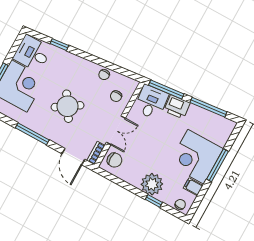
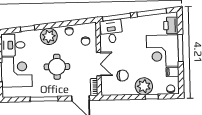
plant: (78, 67) -> (49, 36), added
round table: (68, 106) -> (57, 67), turned 33
printer: (177, 107) -> (171, 25), moved, turned 96
chair: (114, 160) -> (123, 76), moved

